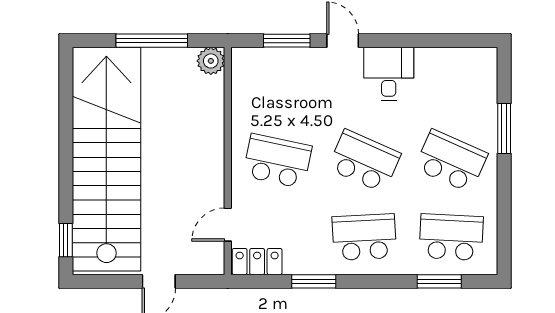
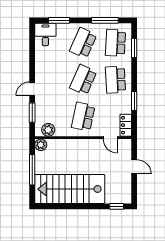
desk: (389, 74) -> (45, 35), moved, turned 90
plant: (246, 79) -> (48, 130), added
window: (504, 129) -> (59, 20), moved
stairs: (106, 159) -> (70, 189), width x0.73
window: (504, 212) -> (105, 20), added

